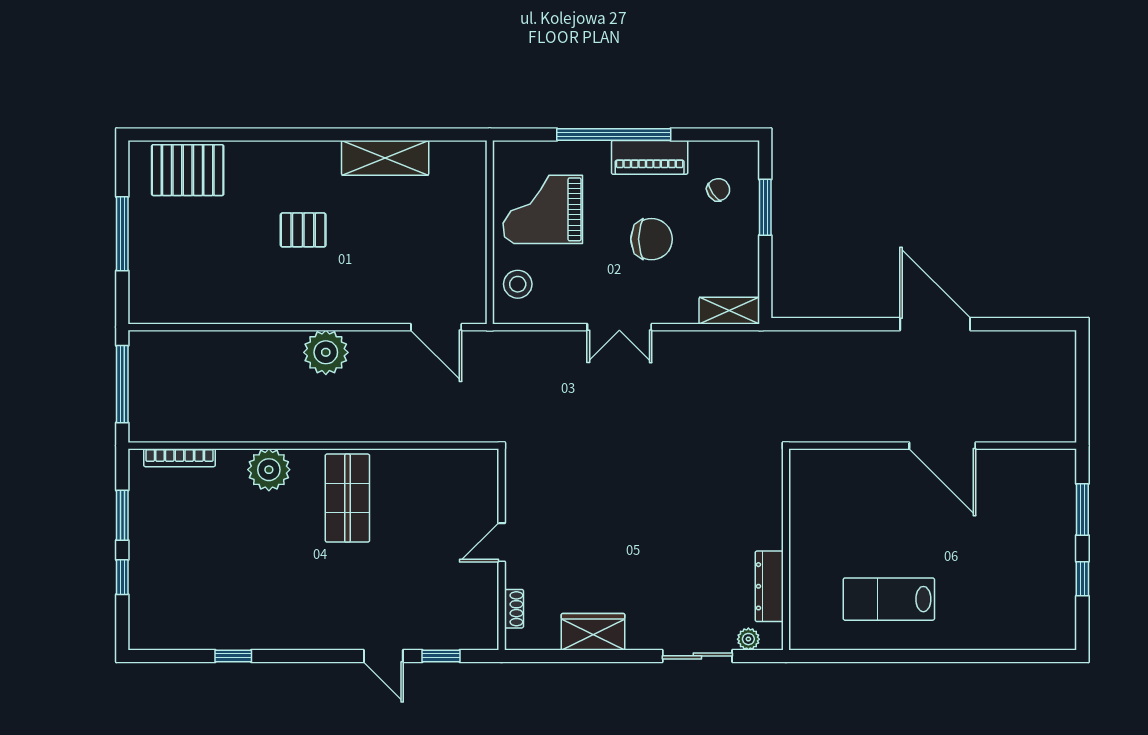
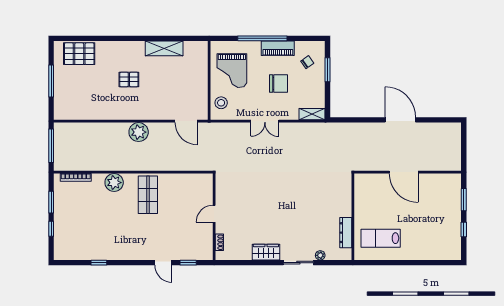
grand piano: (543, 209) -> (232, 71), turned -90
wall: (786, 549) -> (353, 217), moved
dresser: (769, 586) -> (346, 233), moved
wardrobe: (593, 632) -> (266, 252), moved

